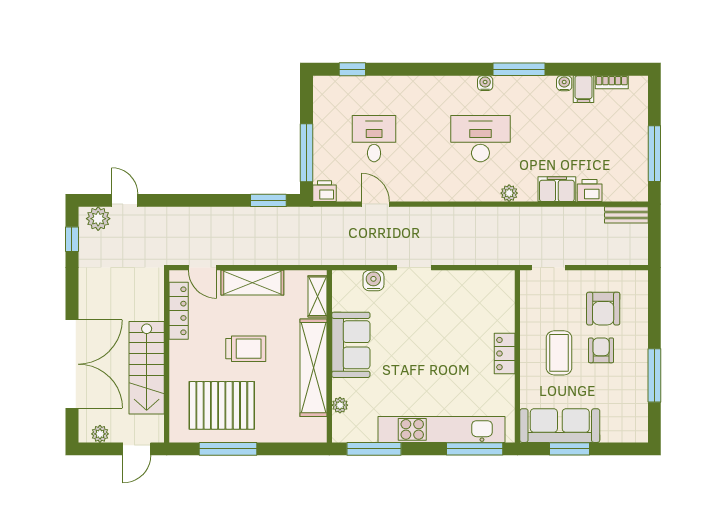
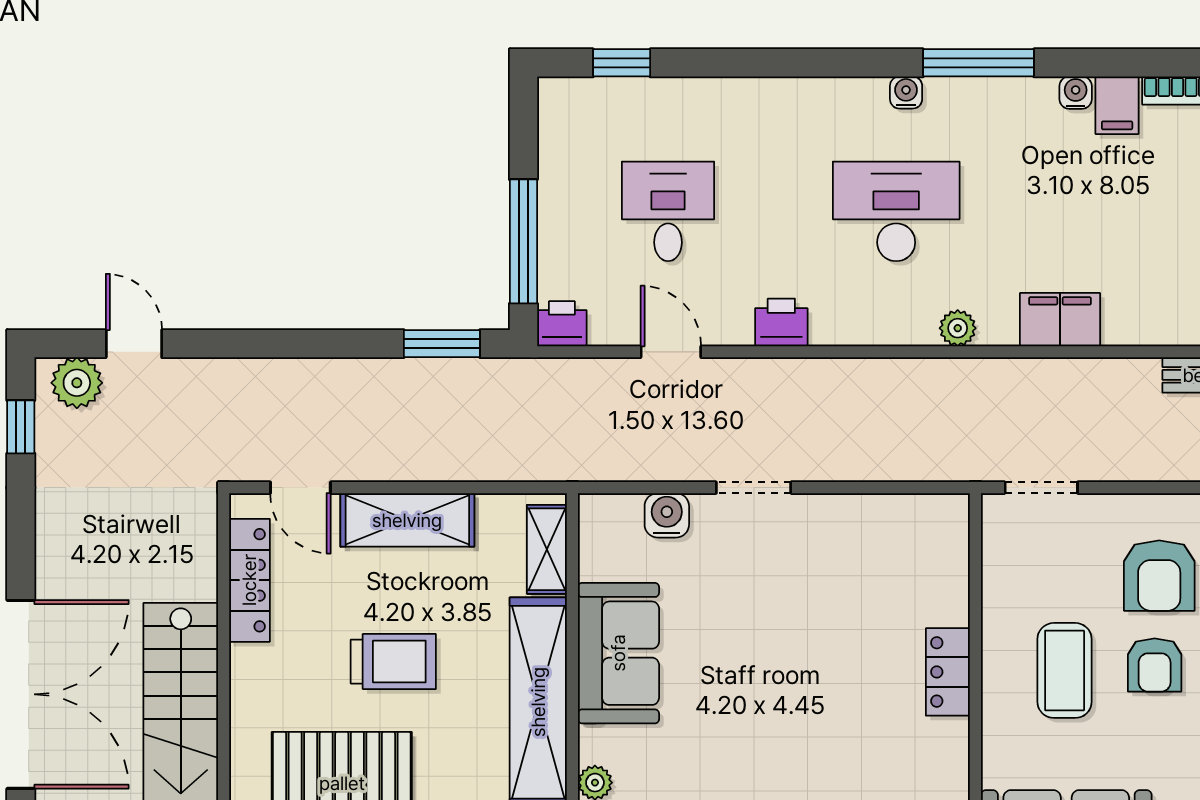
printer: (590, 190) -> (781, 322), moved
armchair: (601, 350) -> (1155, 665), turned 180

